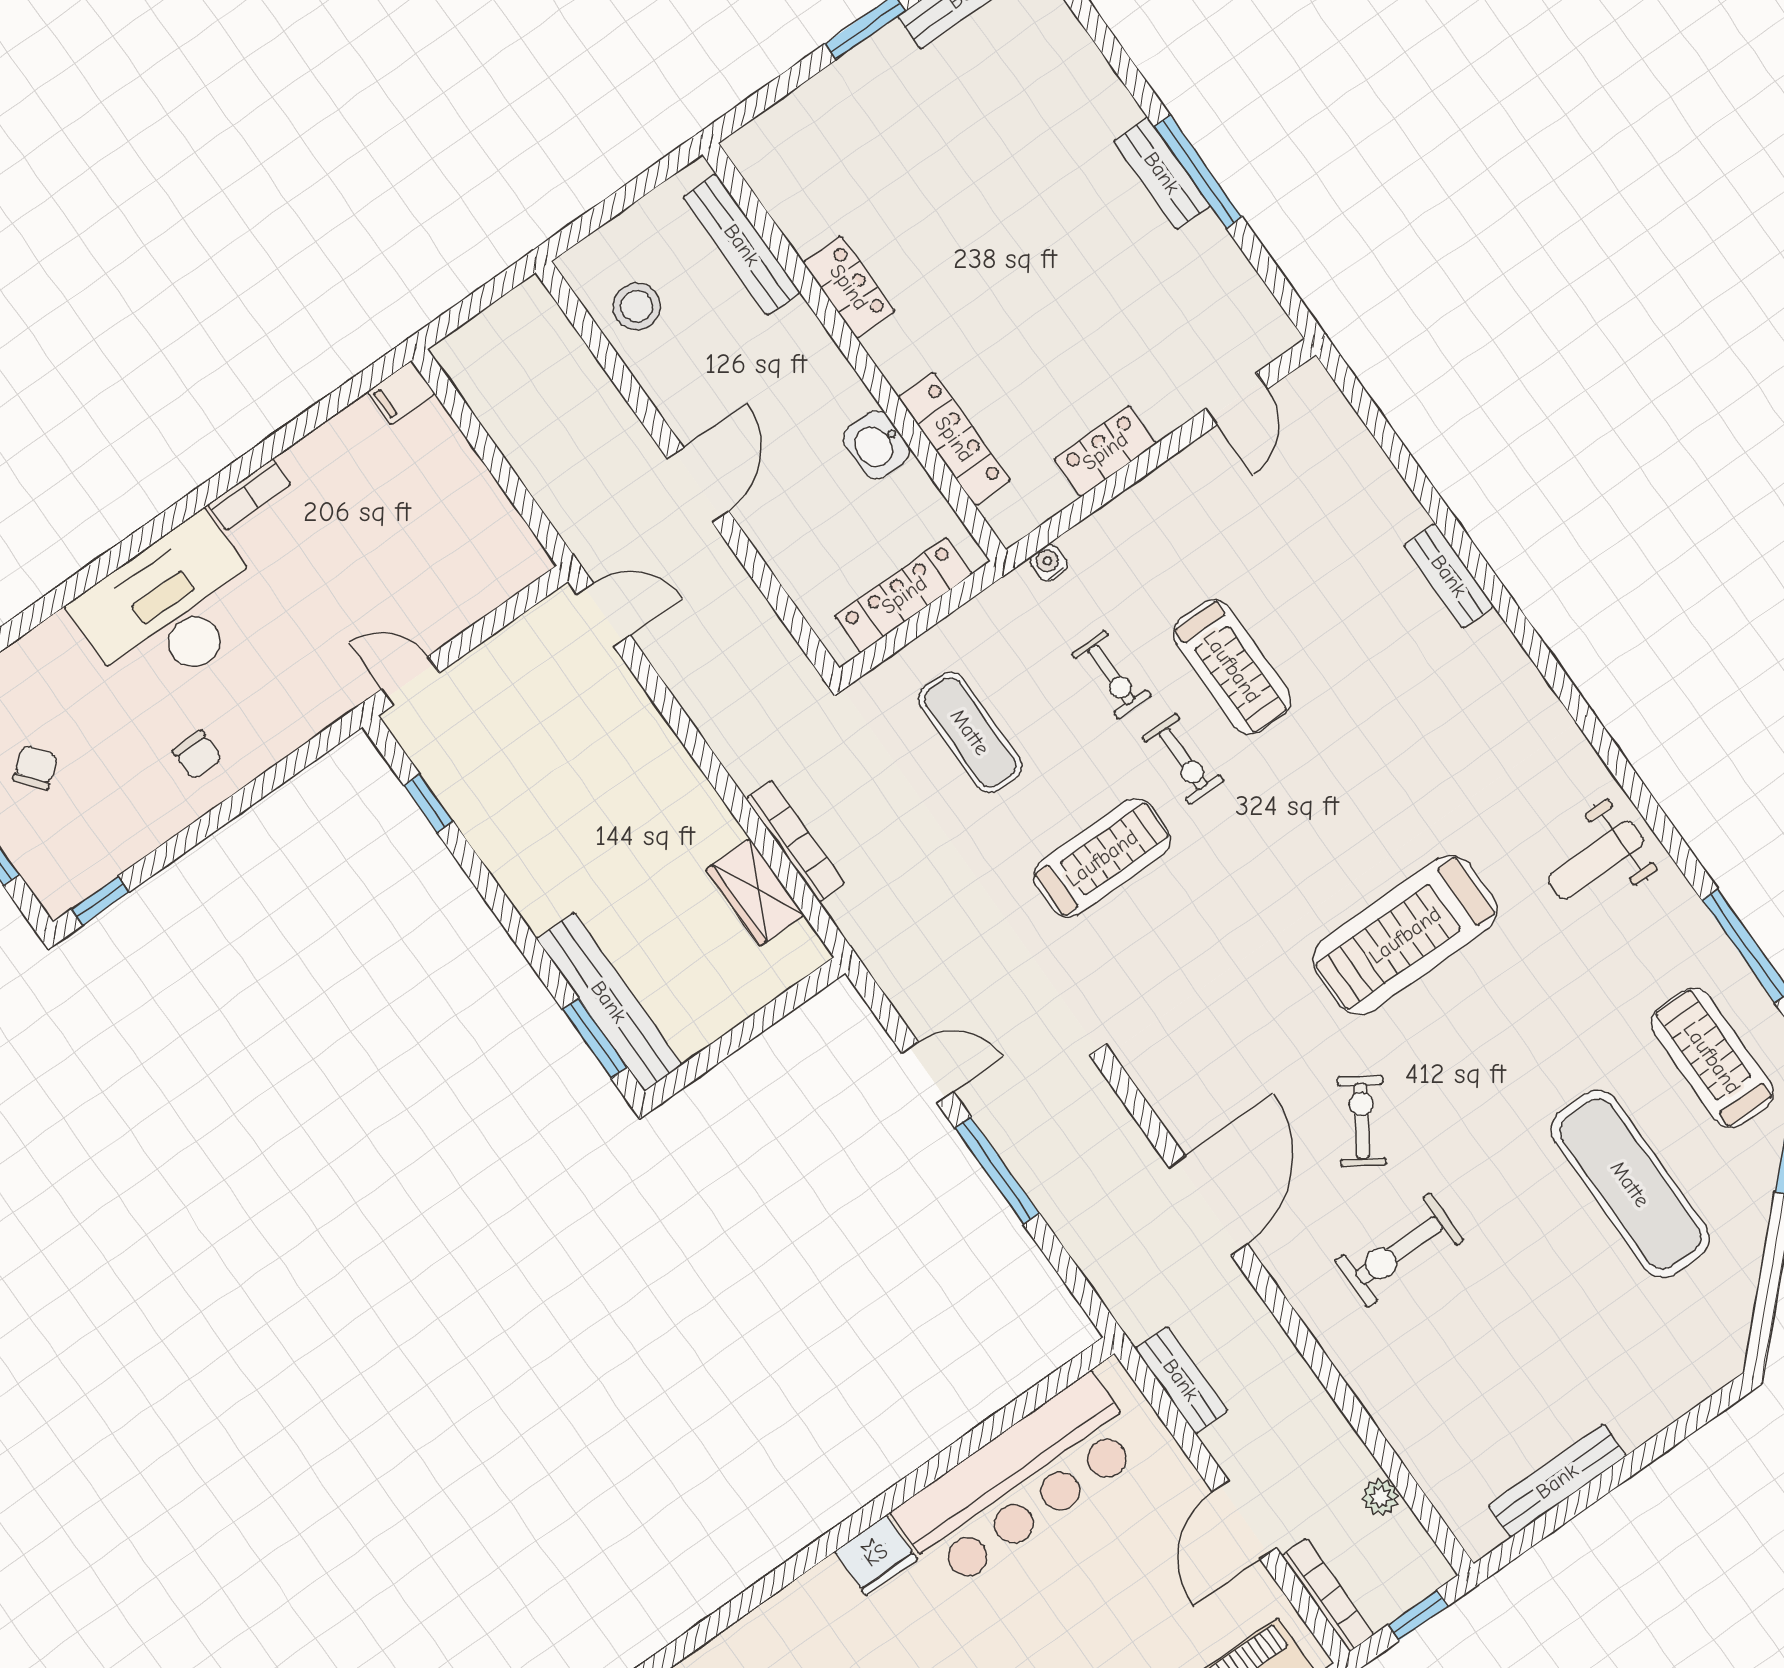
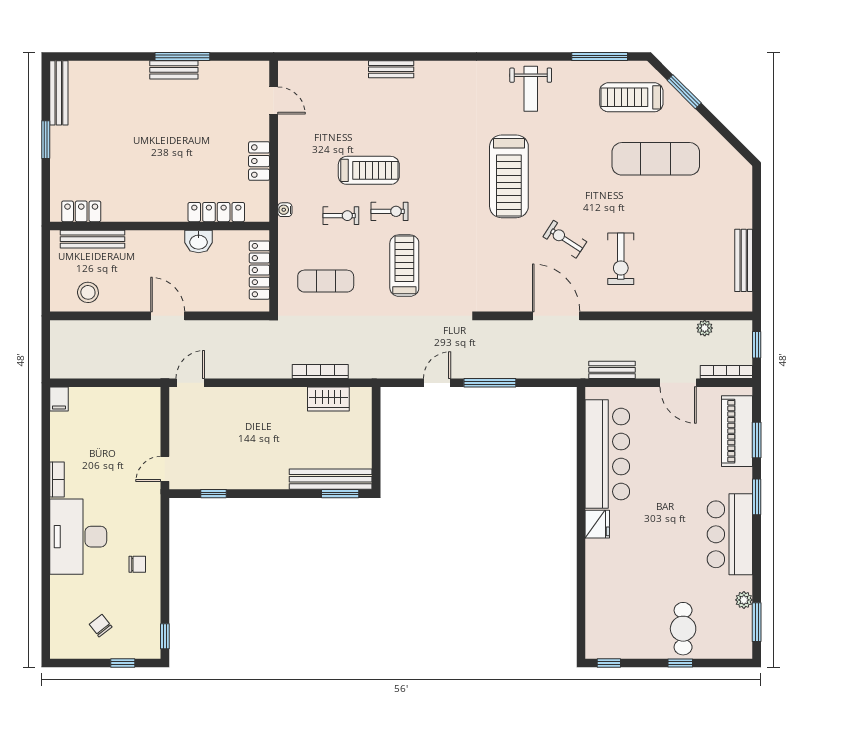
locker: (849, 287) -> (81, 211), moved

